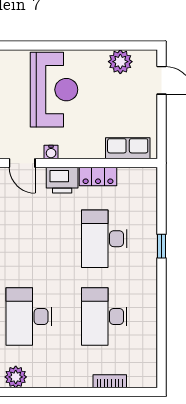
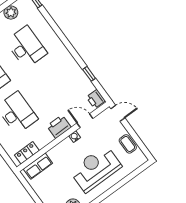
reception desk: (54, 90) -> (96, 169), turned 90
locker: (98, 177) -> (27, 153), moved

